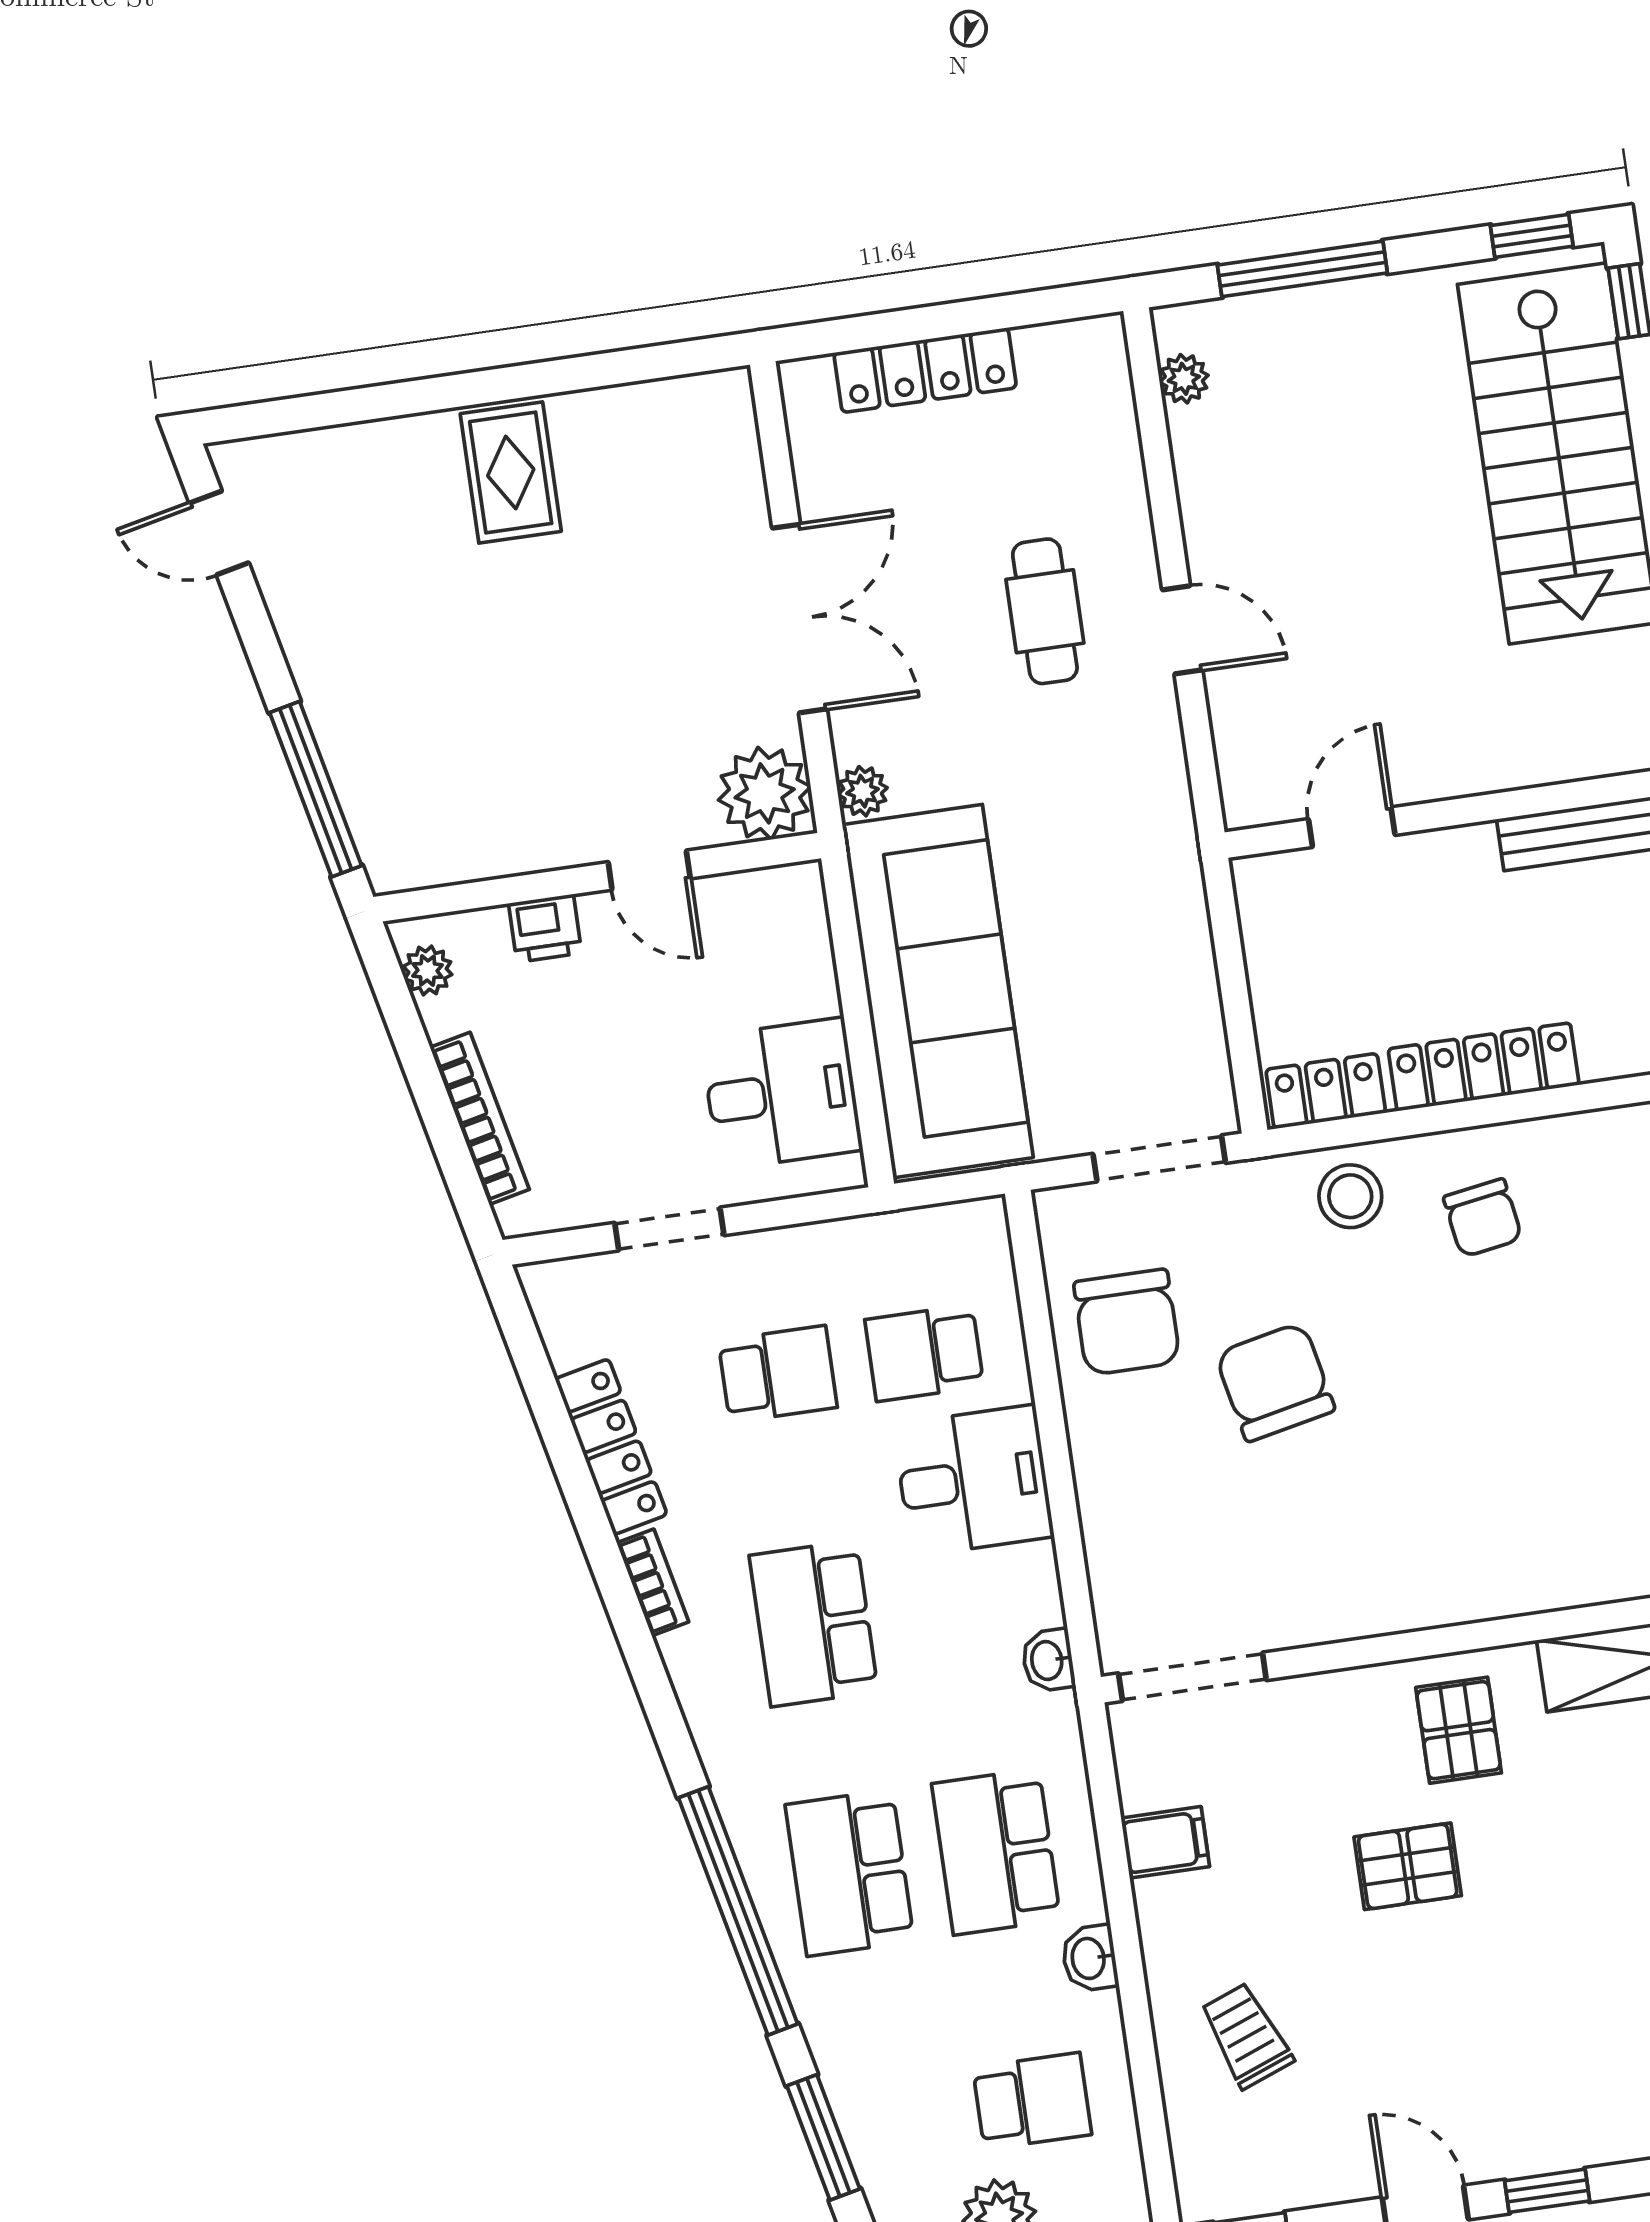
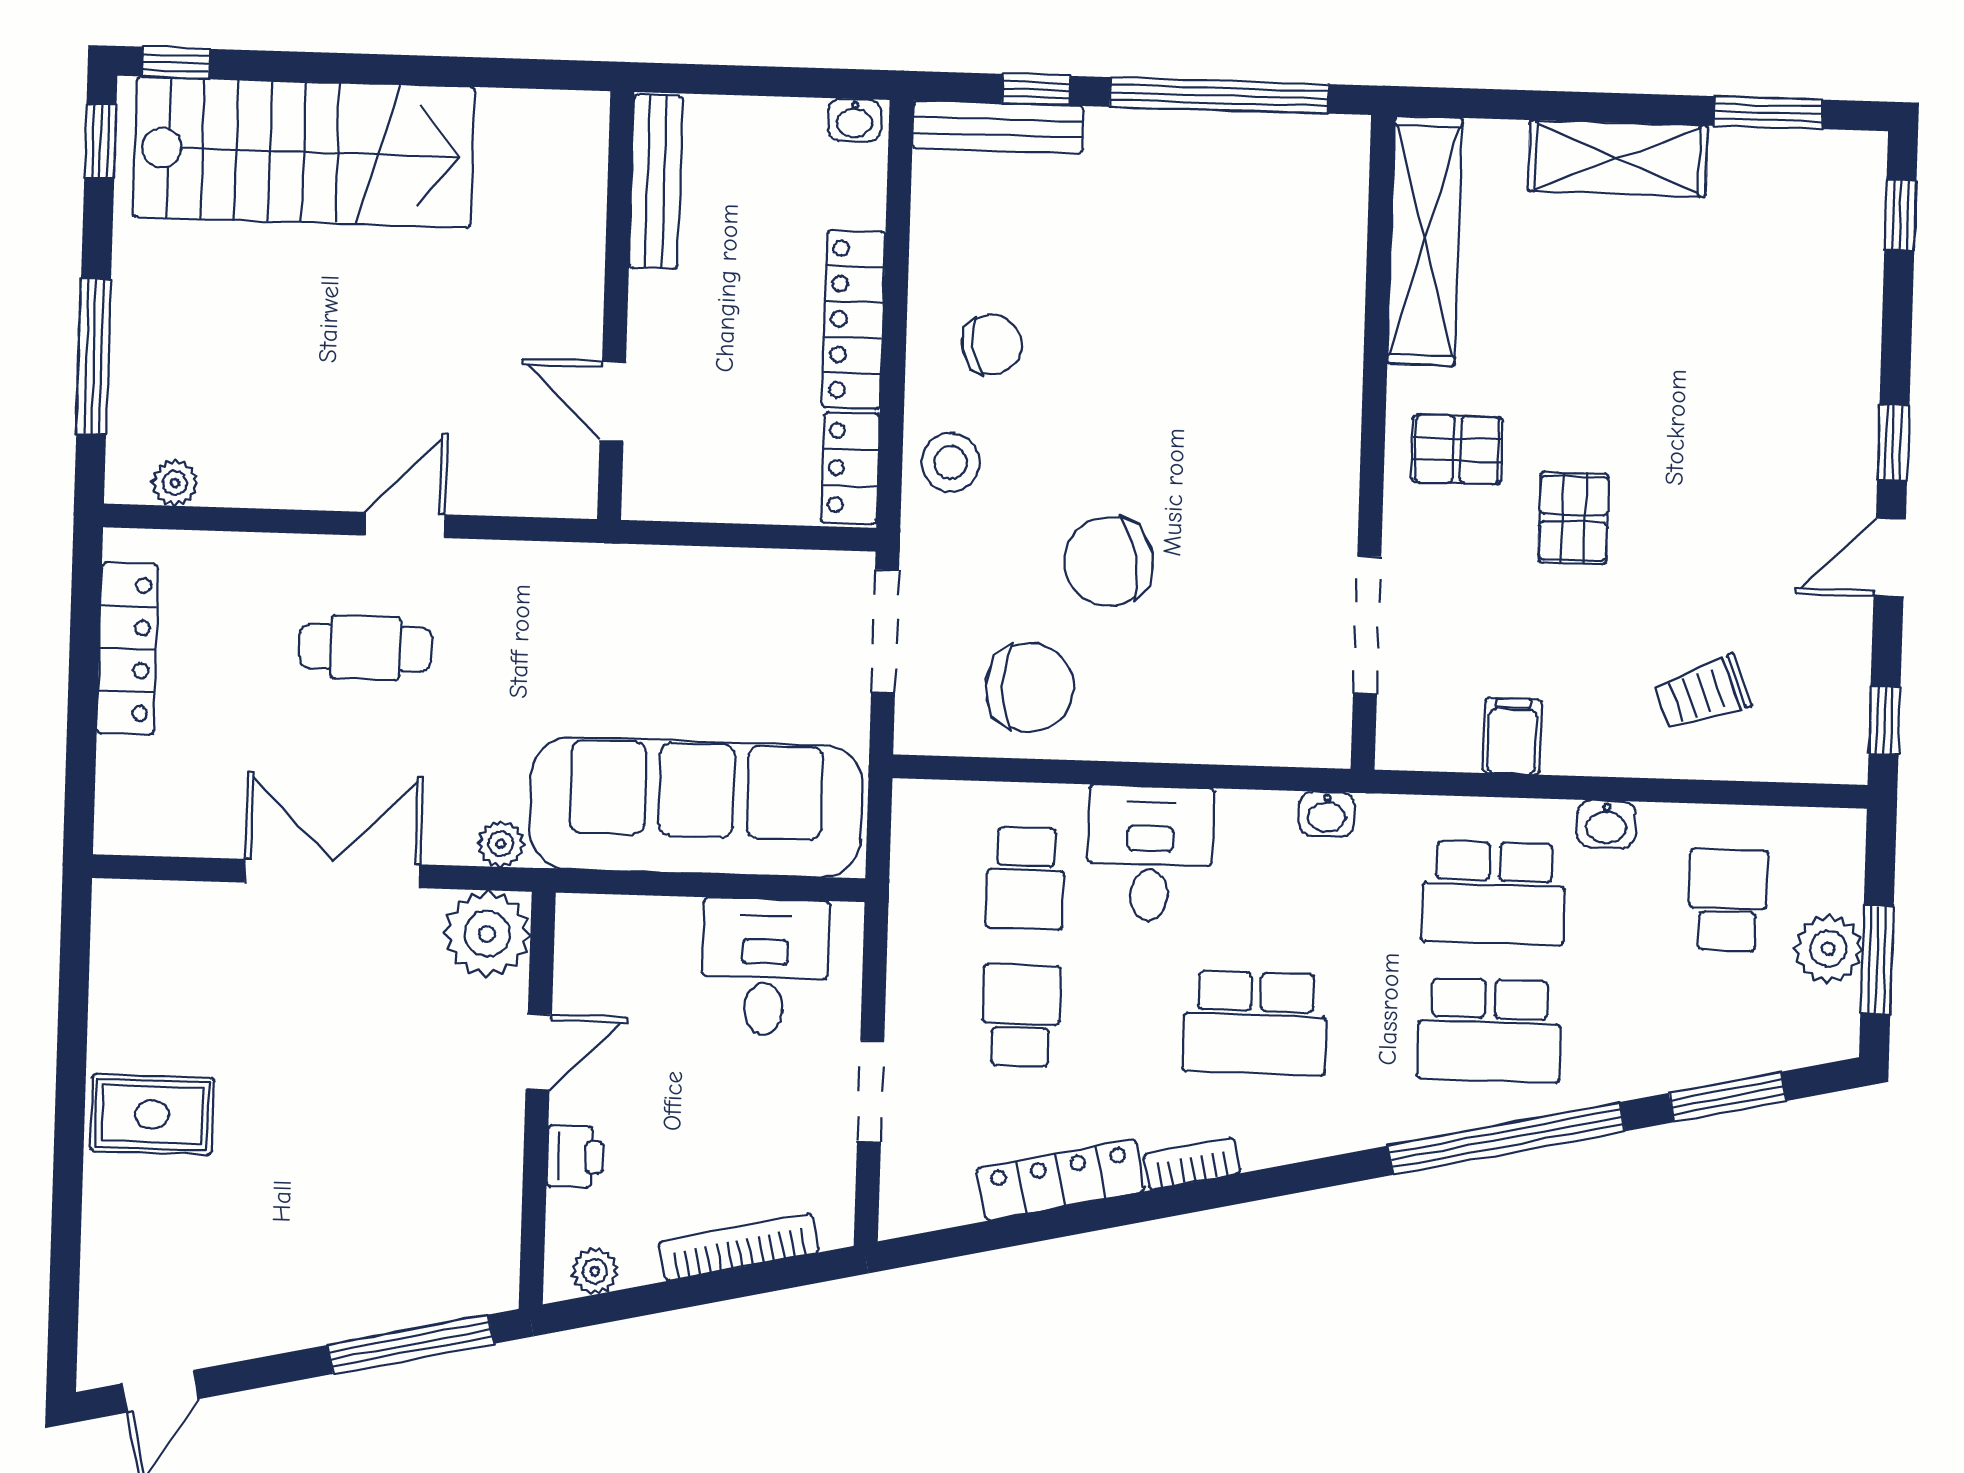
locker: (925, 370) -> (128, 649), moved
doorway: (1192, 1677) -> (1367, 625), moved

